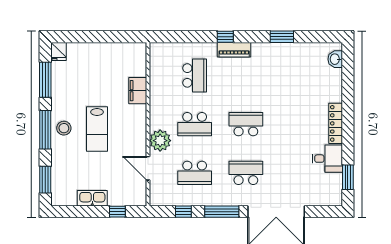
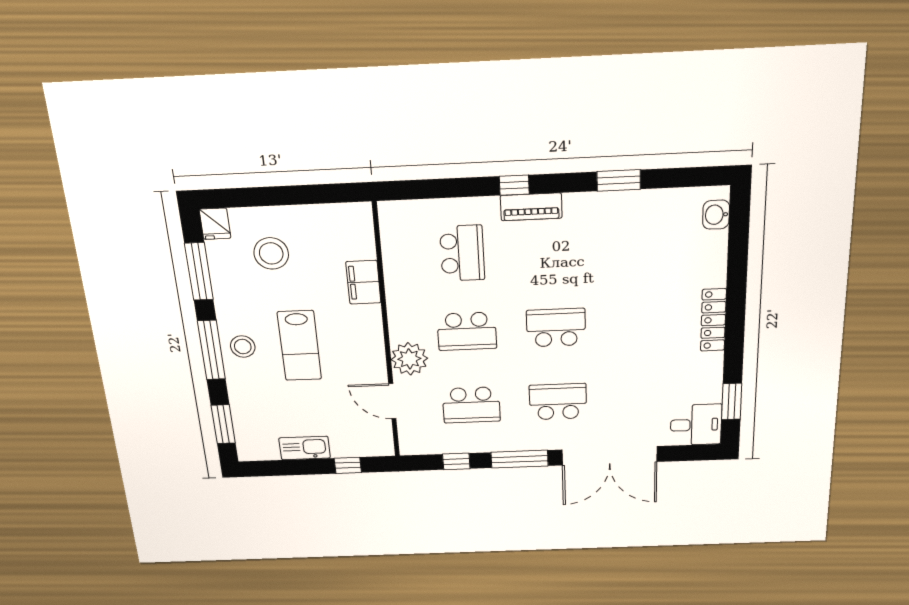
stool: (88, 71) -> (271, 253), added
desk: (327, 159) -> (696, 425), moved

